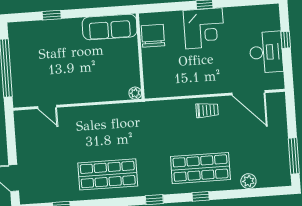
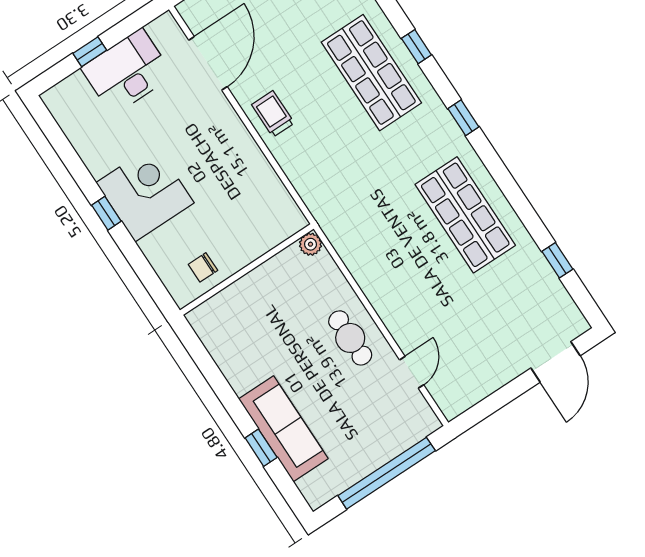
sofa: (110, 27) -> (283, 429), moved
chair: (153, 36) -> (203, 267), width x0.54, depth x0.54
cafe table: (80, 87) -> (350, 338), added

